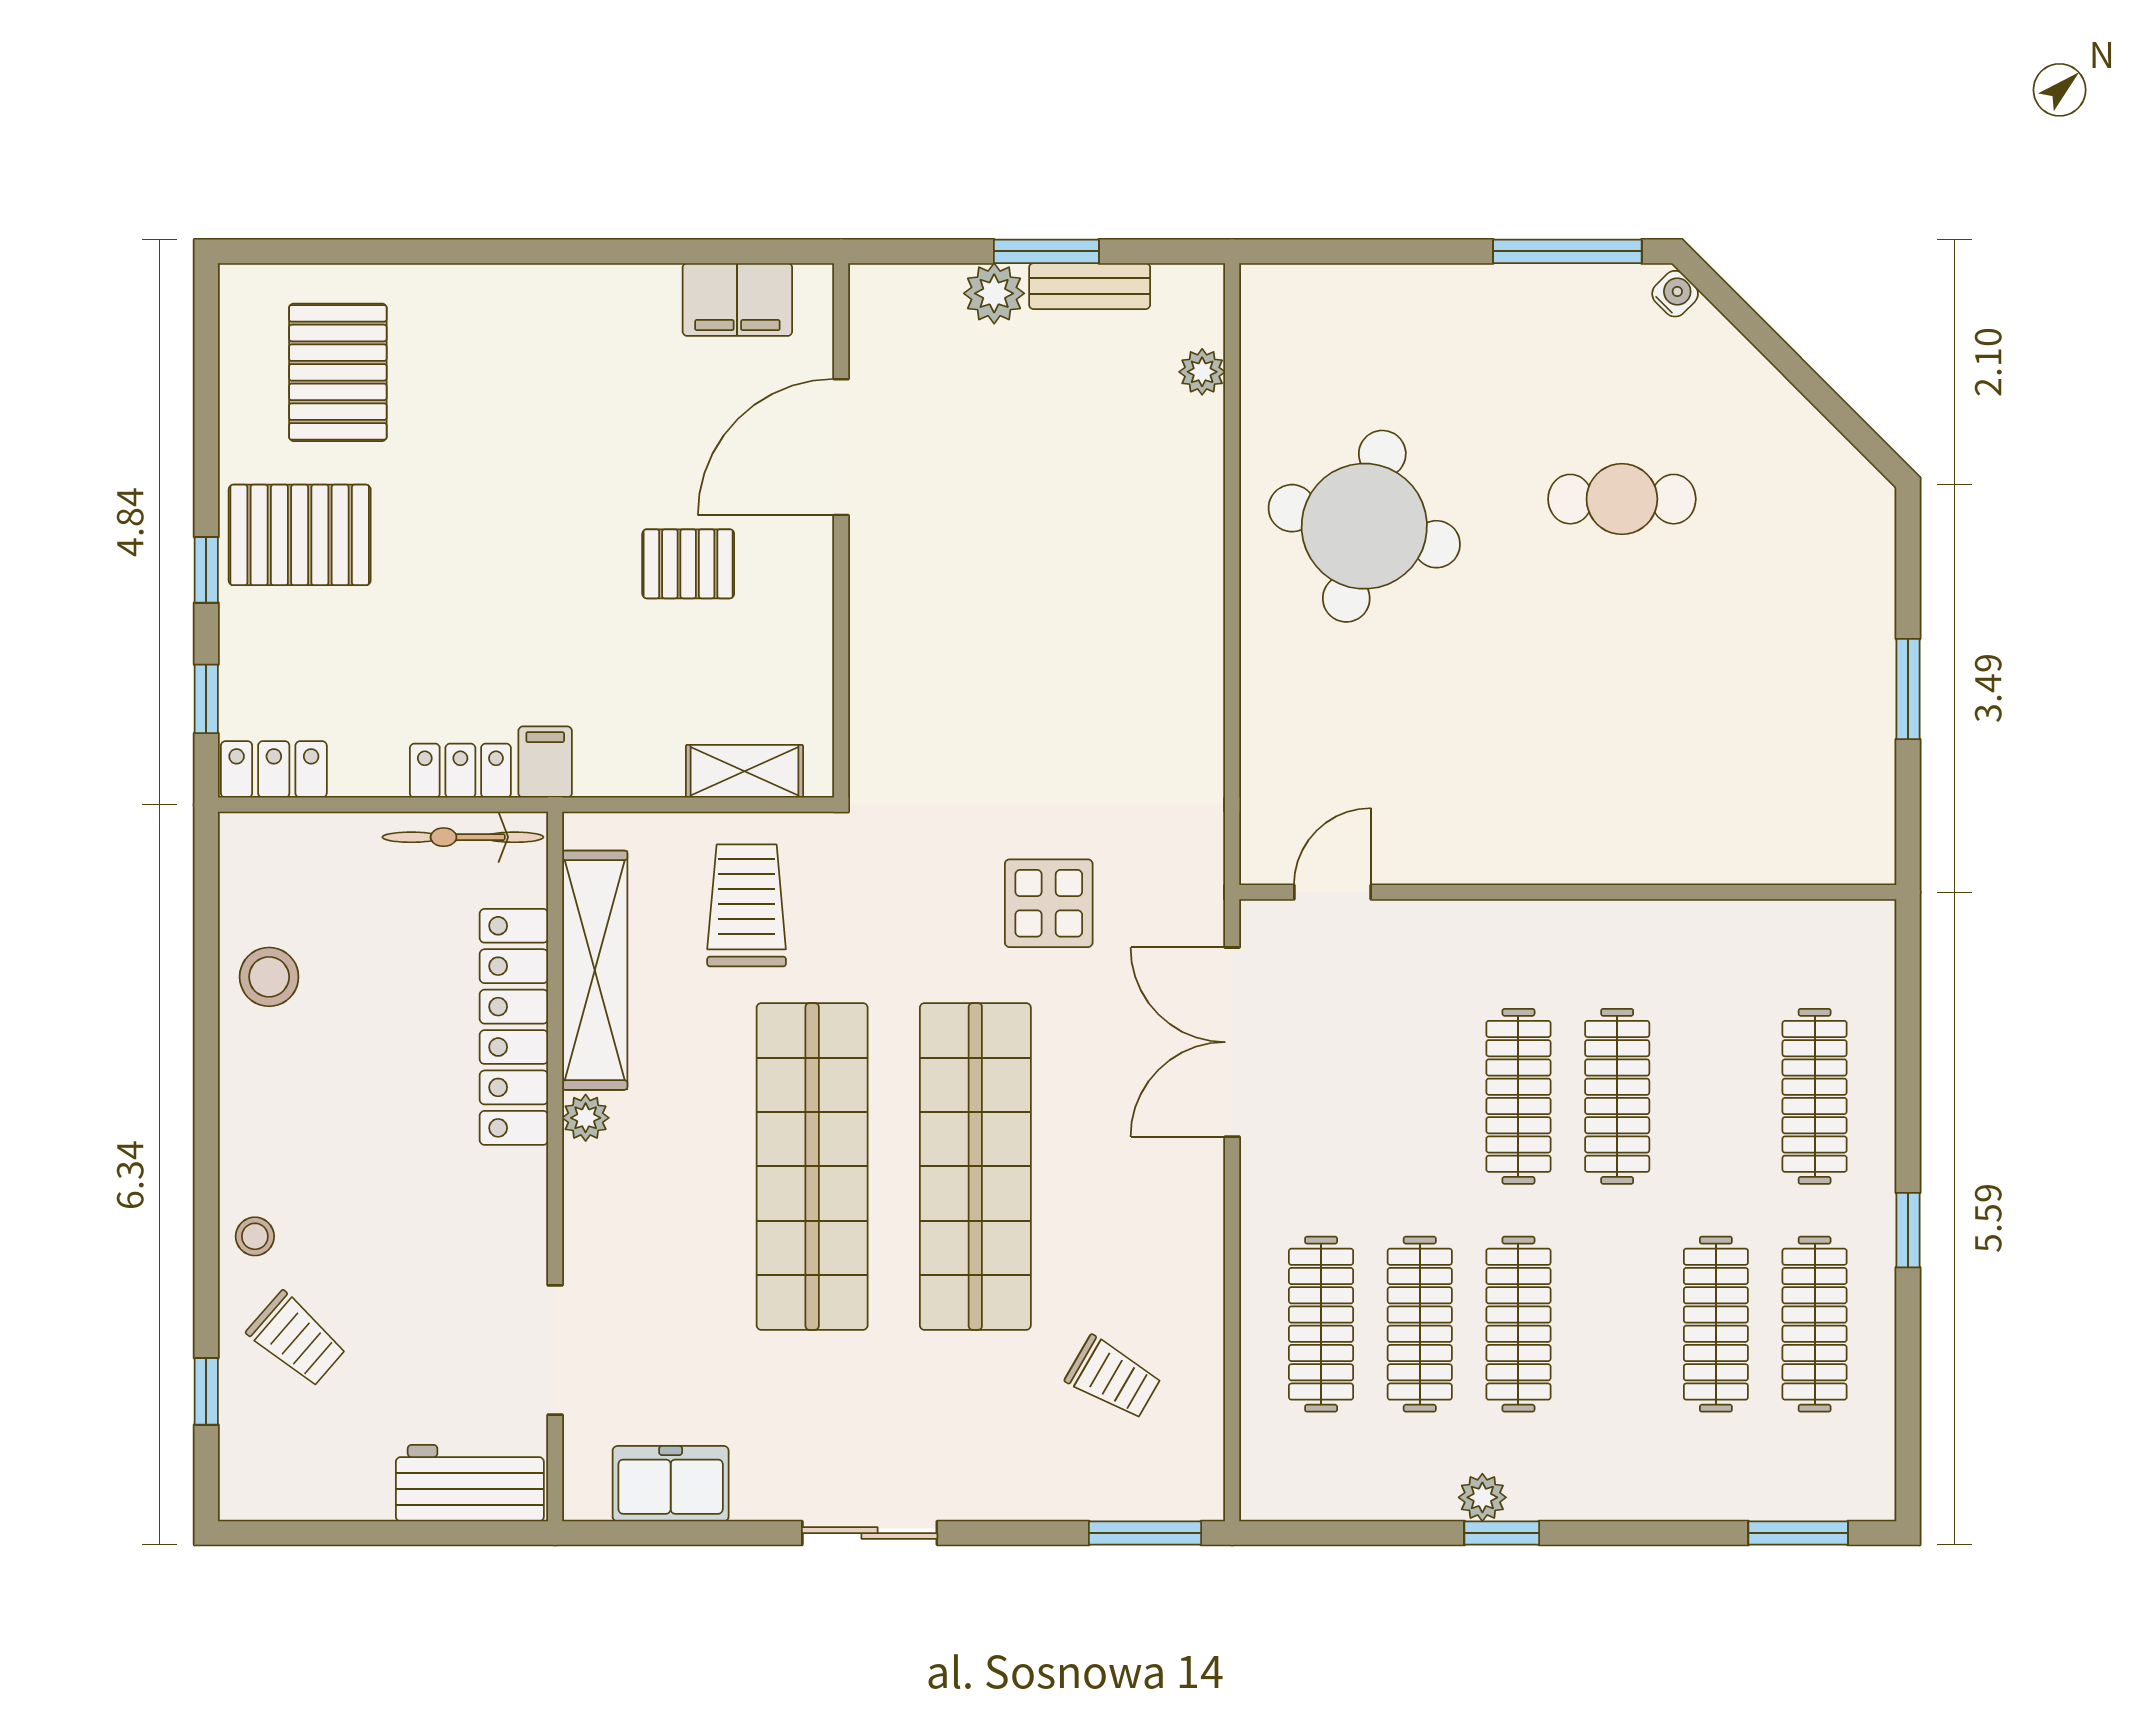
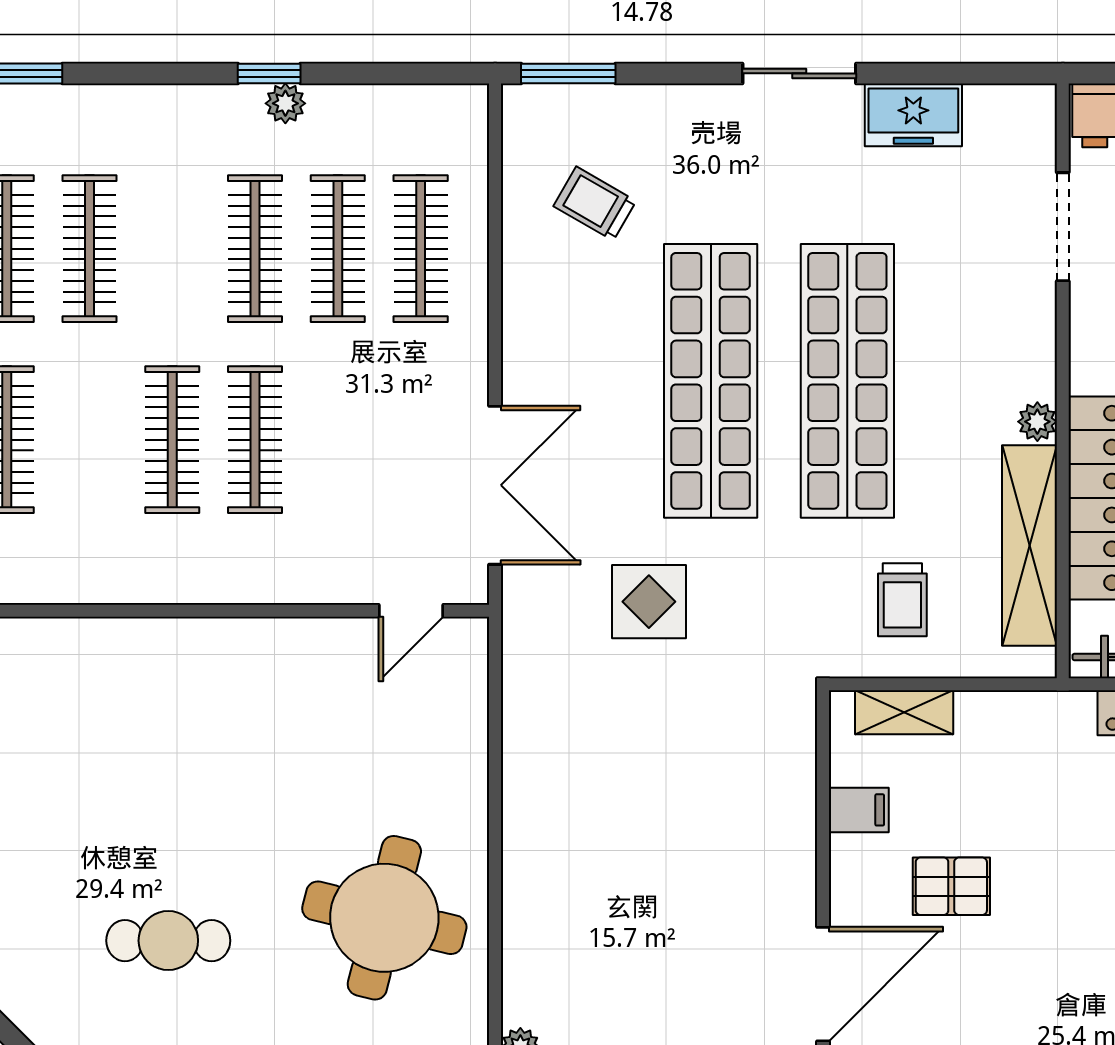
filing cabinet: (545, 762) -> (859, 810), moved, turned -90
trolley: (747, 905) -> (902, 600), width x0.73, depth x0.72
freezer: (671, 1484) -> (913, 115), moved

